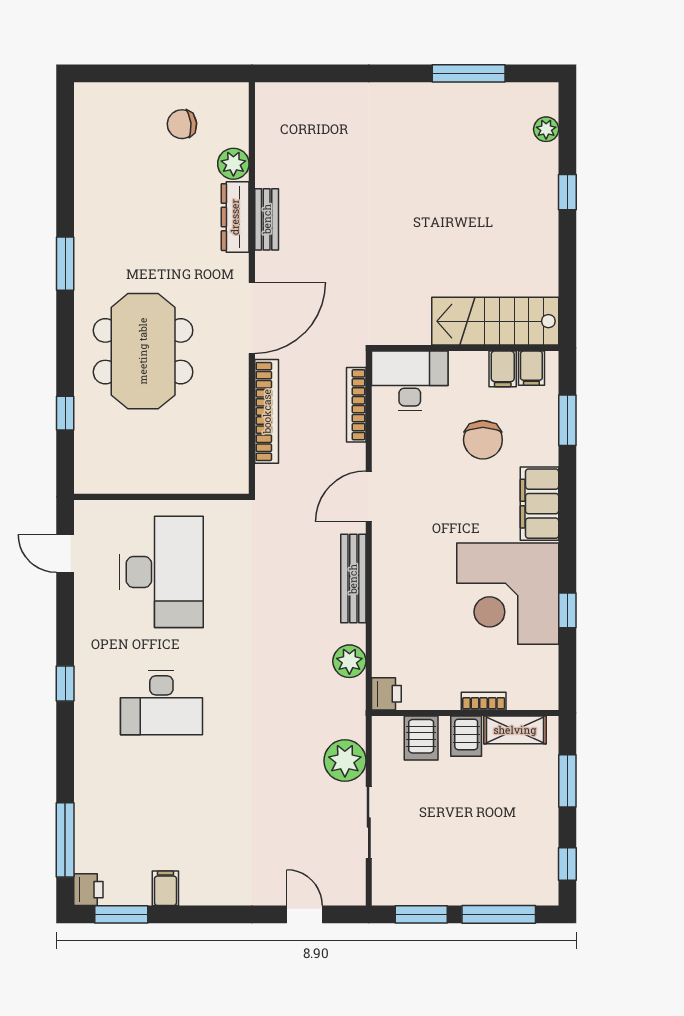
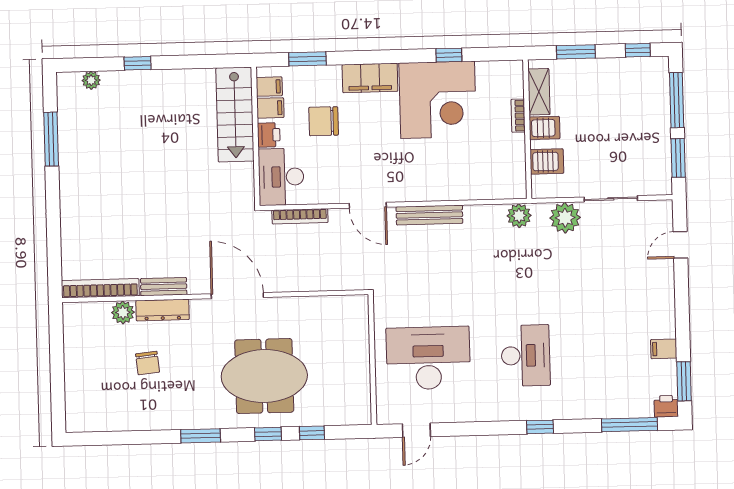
chair: (182, 124) -> (148, 363), moved
window: (65, 354) -> (268, 434), added
bookcase: (267, 411) -> (100, 288), moved
chair: (483, 440) -> (324, 121), turned 180
plant: (349, 661) -> (519, 216), moved
window: (65, 683) -> (540, 427), moved
printer: (386, 694) -> (269, 135), moved, turned 90

